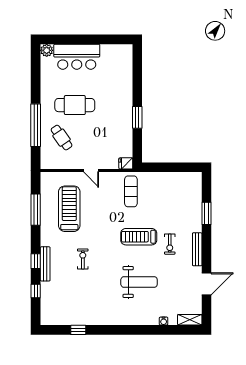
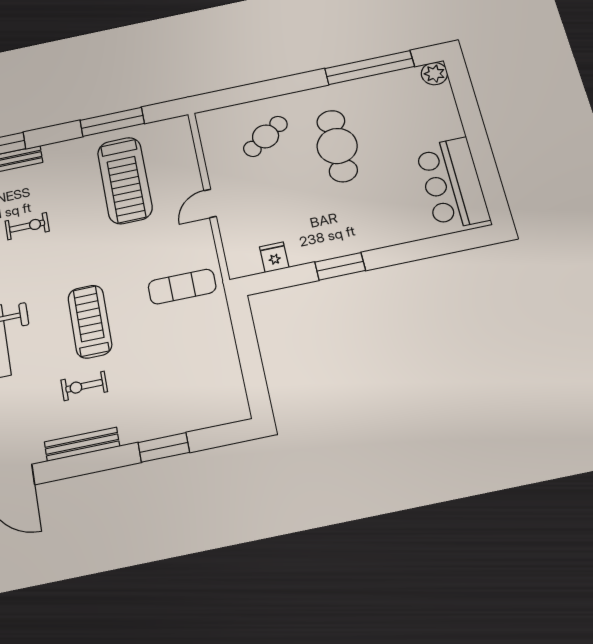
bar counter: (77, 57) -> (452, 183), moved
window: (36, 125) -> (369, 67), moved
fridge: (126, 163) -> (274, 257), moved
treadmill: (69, 209) -> (125, 180), turned 90

